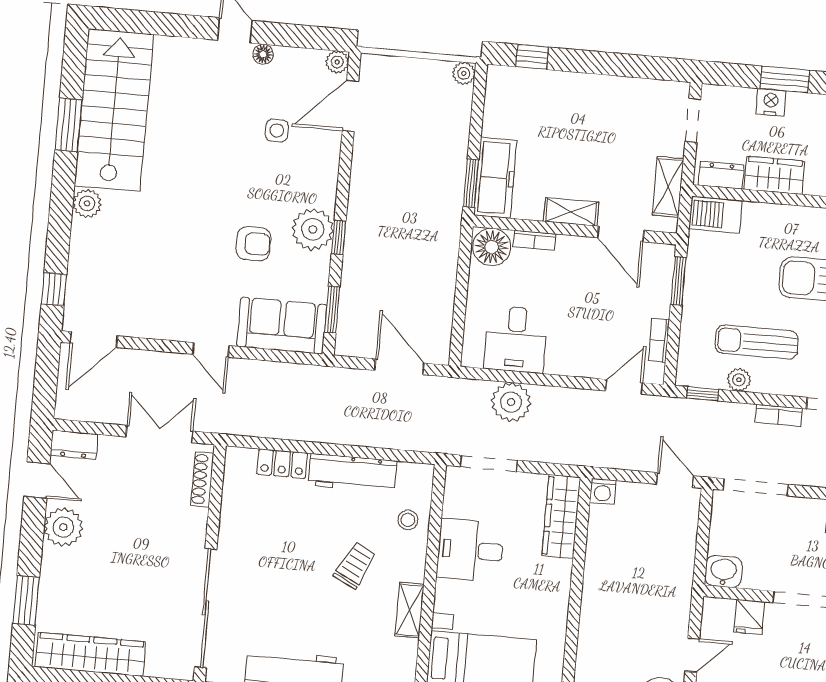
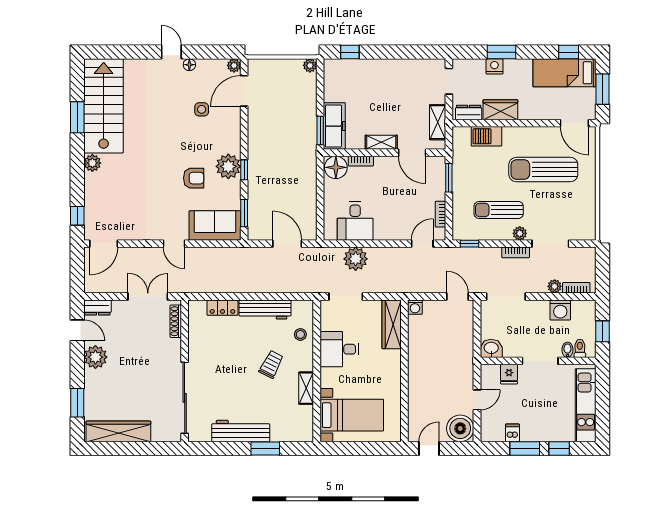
barbecue: (715, 215) -> (487, 136), moved
plant: (739, 380) -> (520, 233), moved

